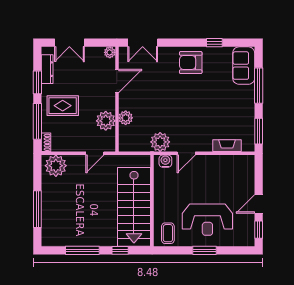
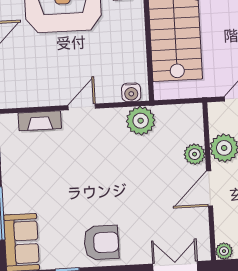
door: (117, 81) -> (210, 189), moved
door: (186, 153) -> (82, 107), moved

